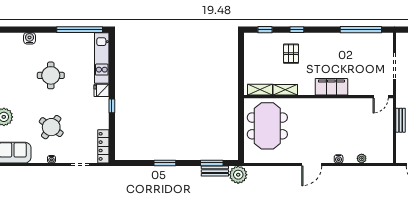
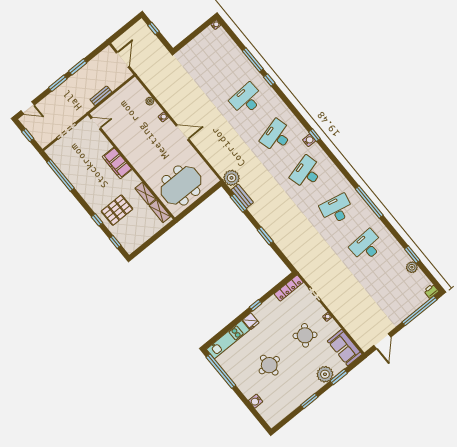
pallet: (291, 54) -> (117, 210), width x1.50, depth x1.42

